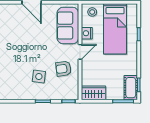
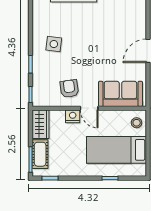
nightstand: (87, 33) -> (73, 116), moved
side table: (39, 76) -> (54, 44), moved
cot: (131, 88) -> (40, 154), moved, turned 90

